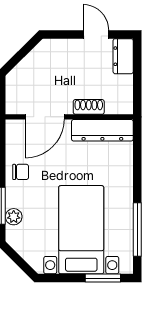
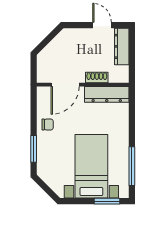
dresser: (123, 56) -> (122, 46), width x1.44
plant: (14, 217) -> (43, 157), removed

